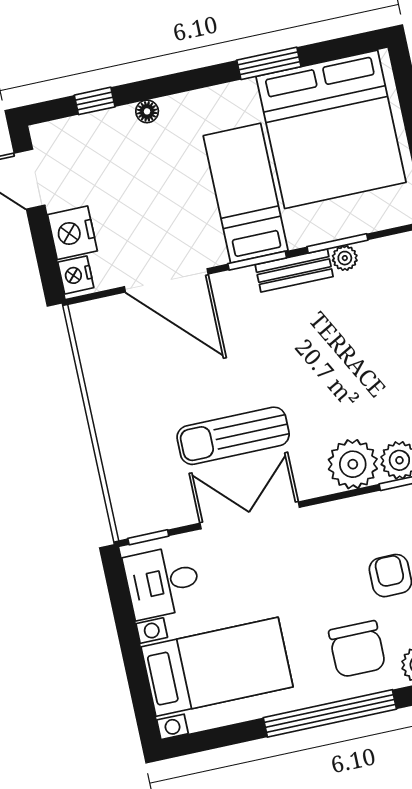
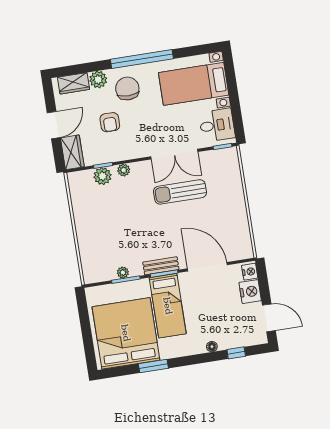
bench: (294, 271) -> (161, 266), moved
sun lounger: (233, 436) -> (180, 192), turned 180
plant: (353, 464) -> (124, 170), width x0.53, depth x0.53

